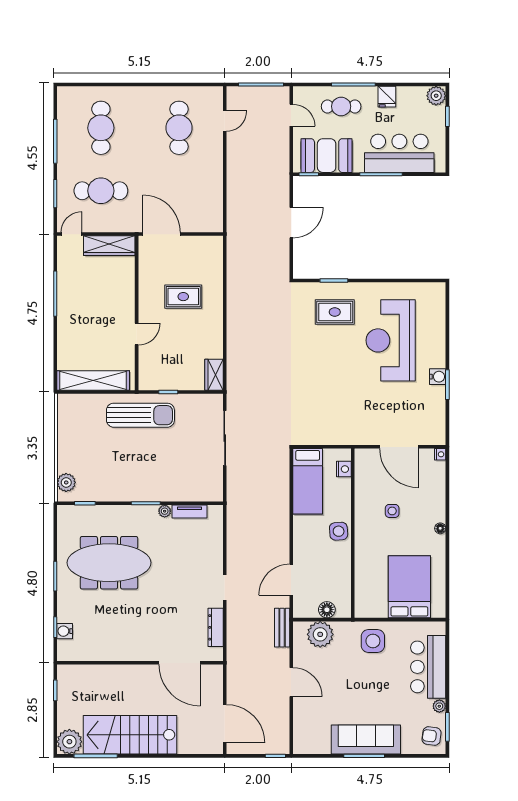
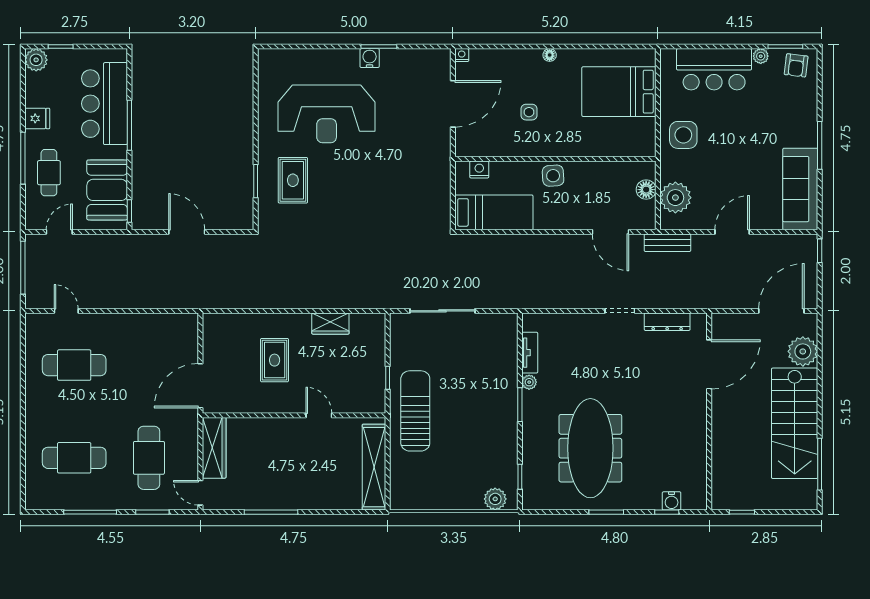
wardrobe: (214, 375) -> (330, 324), moved
sofa: (366, 740) -> (800, 189), moved
plant: (69, 742) -> (803, 351), moved

